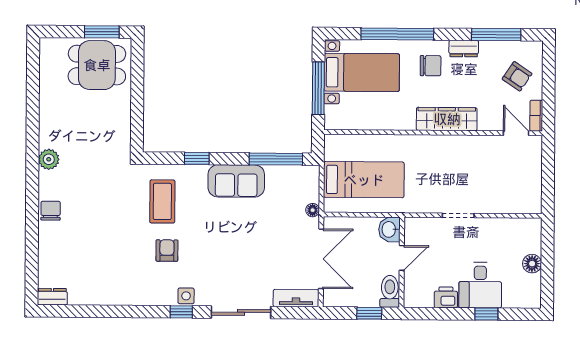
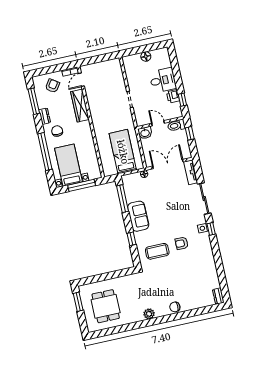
dining table: (97, 65) -> (106, 306), moved
wardrobe: (447, 119) -> (80, 106), moved
window: (486, 314) -> (182, 100), moved

